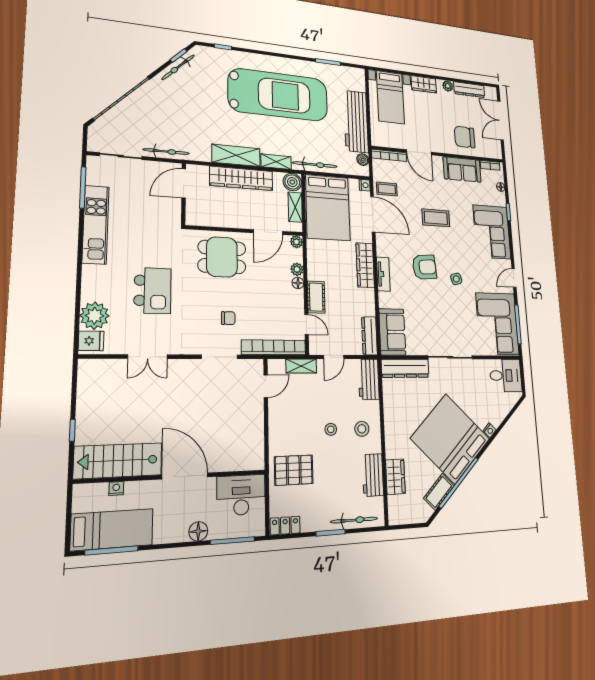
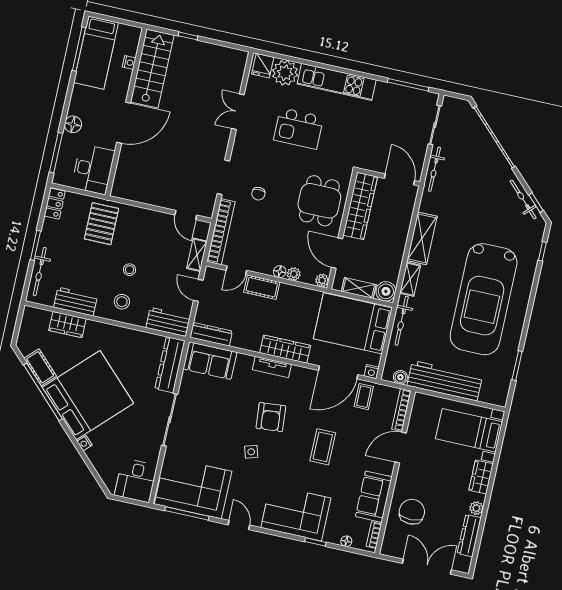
wardrobe: (241, 178) -> (360, 206), moved, turned 180
kitchen unit: (96, 225) -> (337, 82), moved

